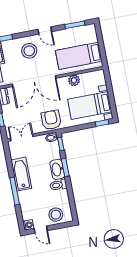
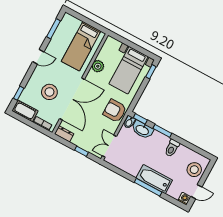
stool: (29, 51) -> (49, 92), moved
washbasin: (57, 169) -> (142, 130), moved
bathtub: (21, 174) -> (154, 179), moved

